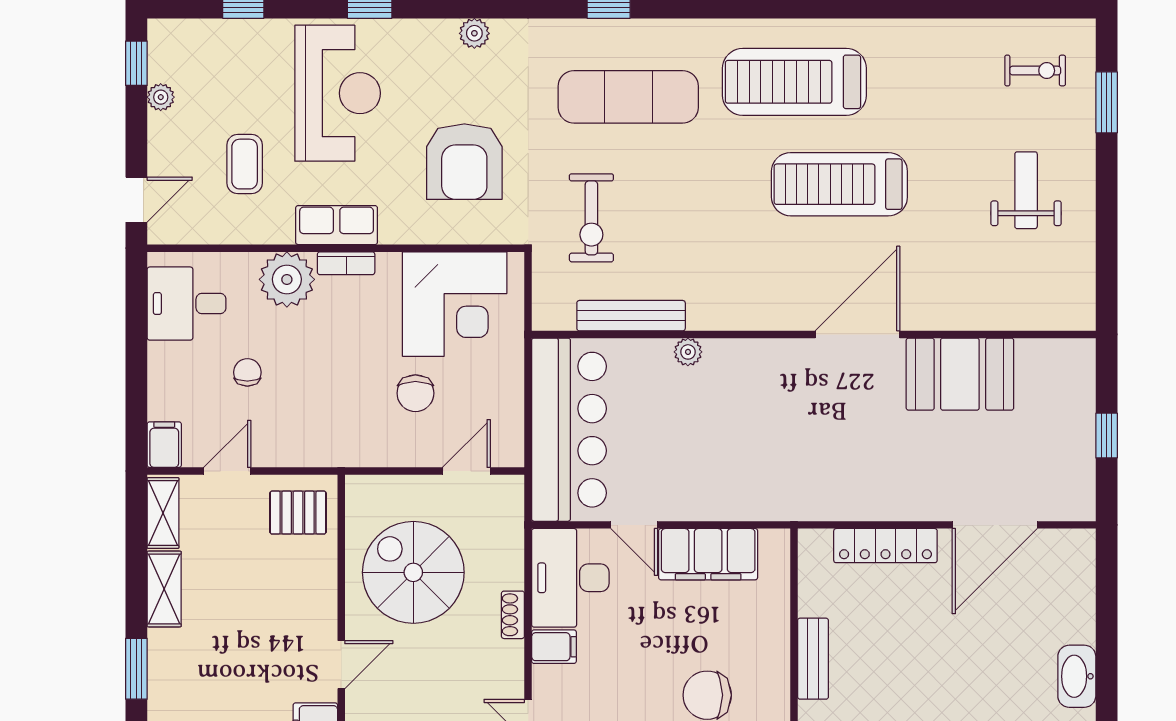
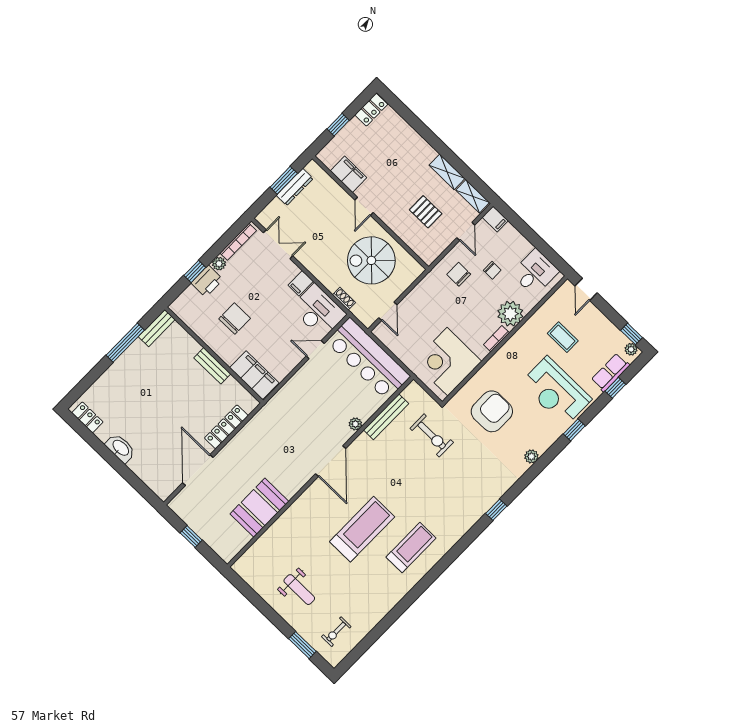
treadmill: (794, 82) -> (411, 548), width x0.73, depth x0.73
plant: (161, 97) -> (631, 349), moved
exercise mat: (628, 97) -> (460, 487), removed
armchair: (464, 162) -> (492, 411), turned 90
exercise bike: (591, 218) -> (432, 435), turned 180
row of seats: (337, 225) -> (610, 373), moved, turned 180
door: (858, 334) -> (331, 461), moved
chair: (415, 393) -> (459, 274), moved
pallet: (298, 513) -> (426, 212), moved, turned 90
filing cabinet: (708, 554) -> (254, 375), moved, turned 90
spiral stairs: (413, 572) -> (371, 260), turned 180
shoe rack: (513, 615) -> (344, 299), moved
window: (136, 669) -> (429, 137), removed

